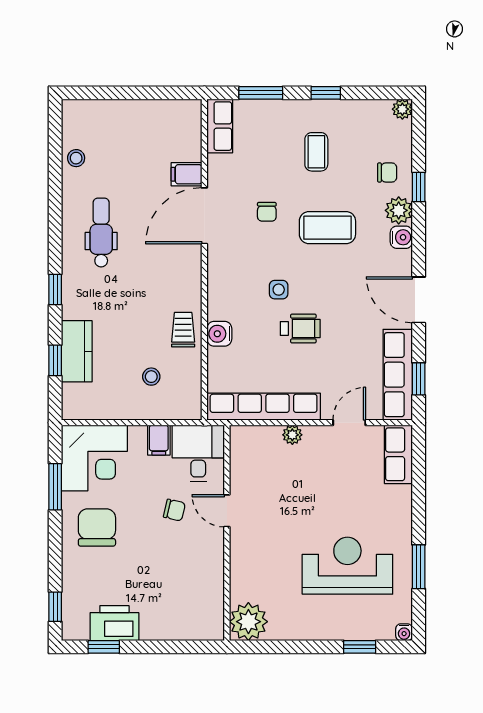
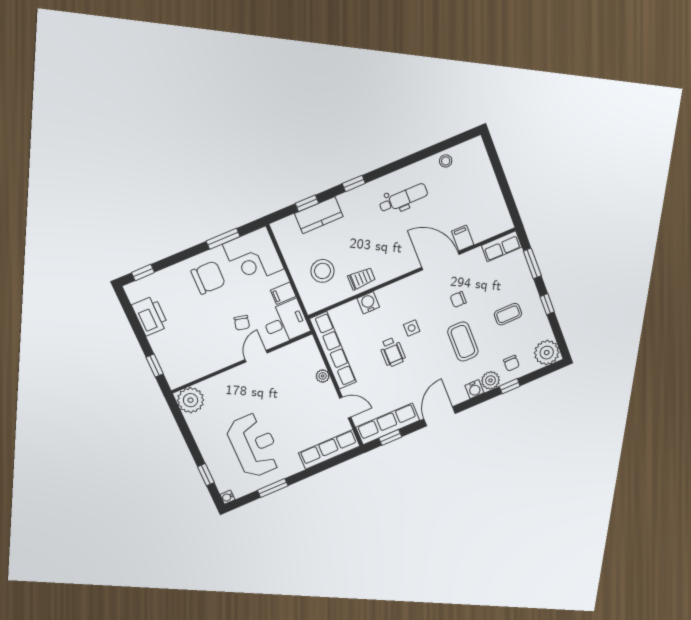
plant: (402, 109) -> (547, 353), width x1.87, depth x1.87
stool: (151, 377) -> (322, 271), width x1.89, depth x1.89
row of seats: (398, 454) -> (329, 449), width x1.48
window: (104, 647) -> (155, 366), moved

